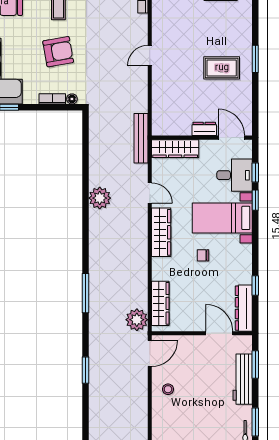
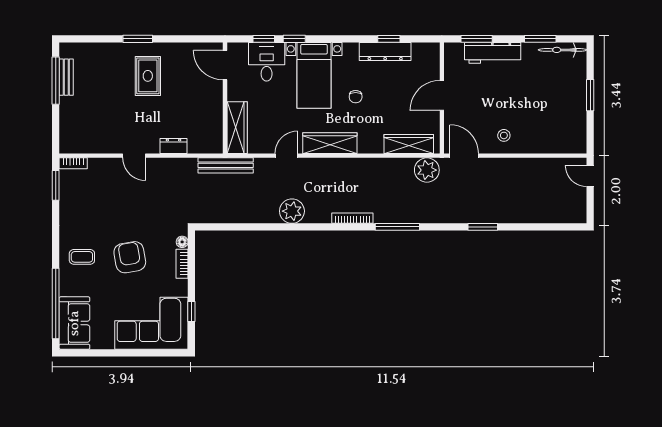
dresser: (204, 129) -> (173, 146), moved, turned 90
door: (231, 138) -> (225, 65), hinge flipped
bookcase: (93, 253) -> (352, 218), added
dresser: (244, 308) -> (385, 51), moved
door: (219, 333) -> (442, 95), moved

